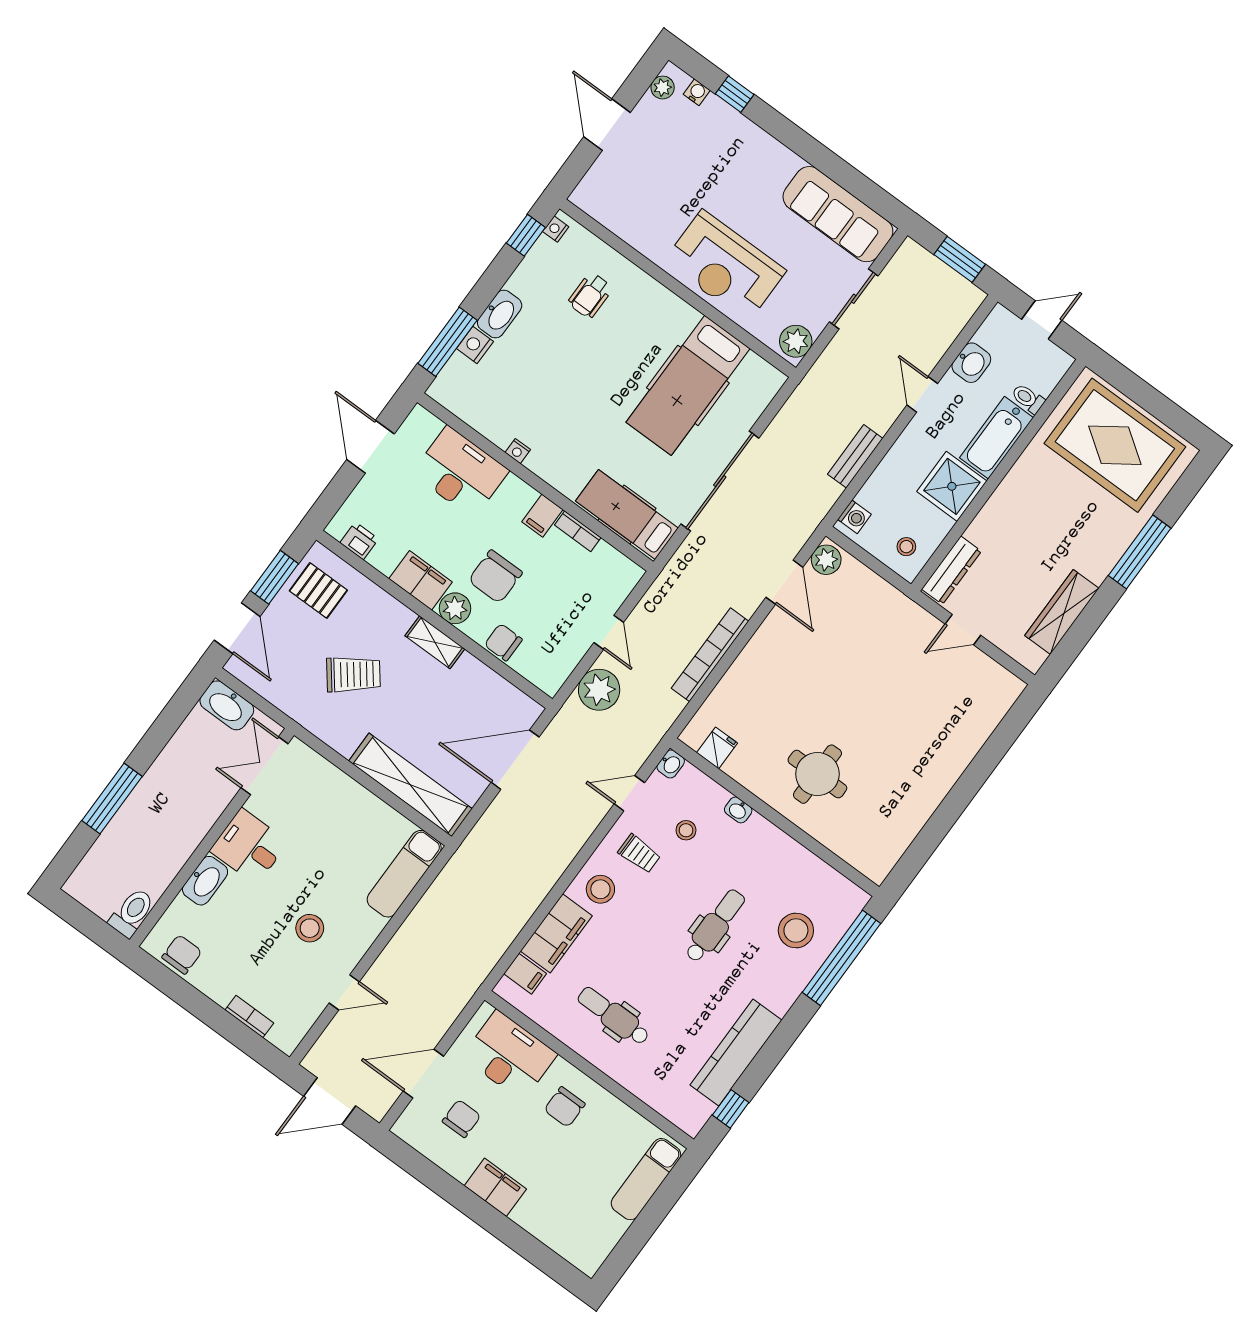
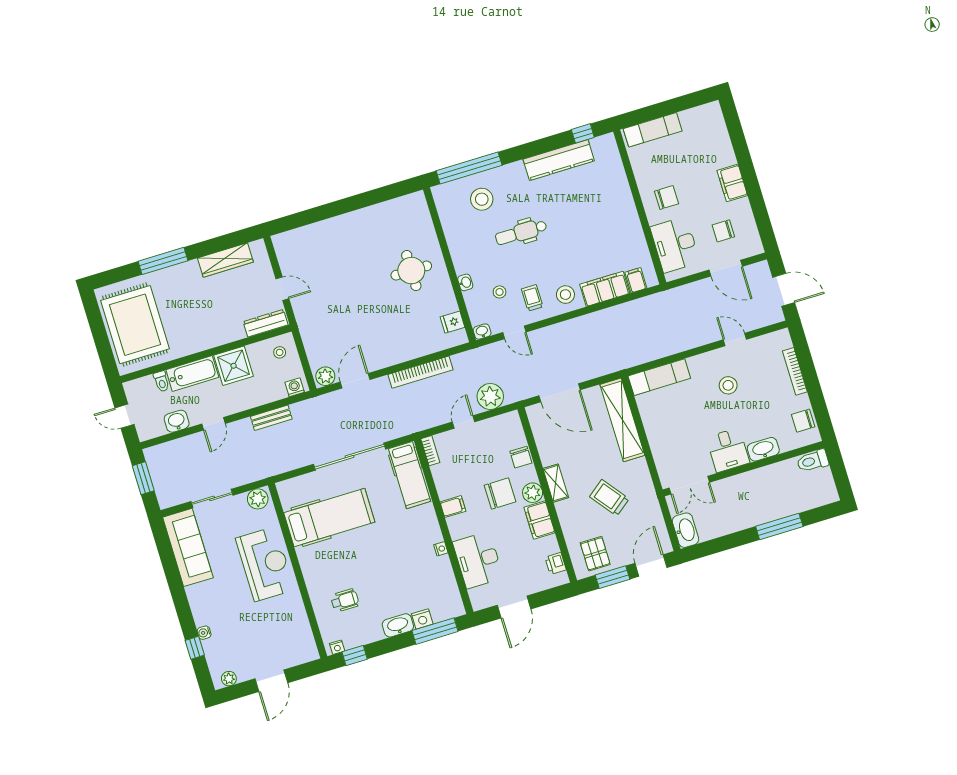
water cooler: (697, 92) -> (204, 633), moved
bookcase: (578, 531) -> (430, 451), moved
dental chair: (613, 1016) -> (607, 225), removed
bookcase: (249, 1017) -> (795, 371), width x1.56

